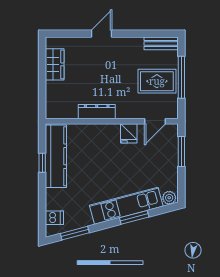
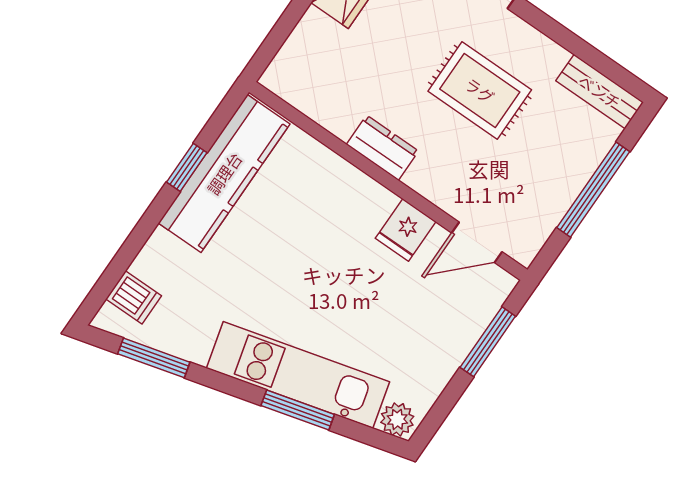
rug: (157, 81) -> (480, 90), moved
dresser: (97, 112) -> (383, 148), width x0.70

